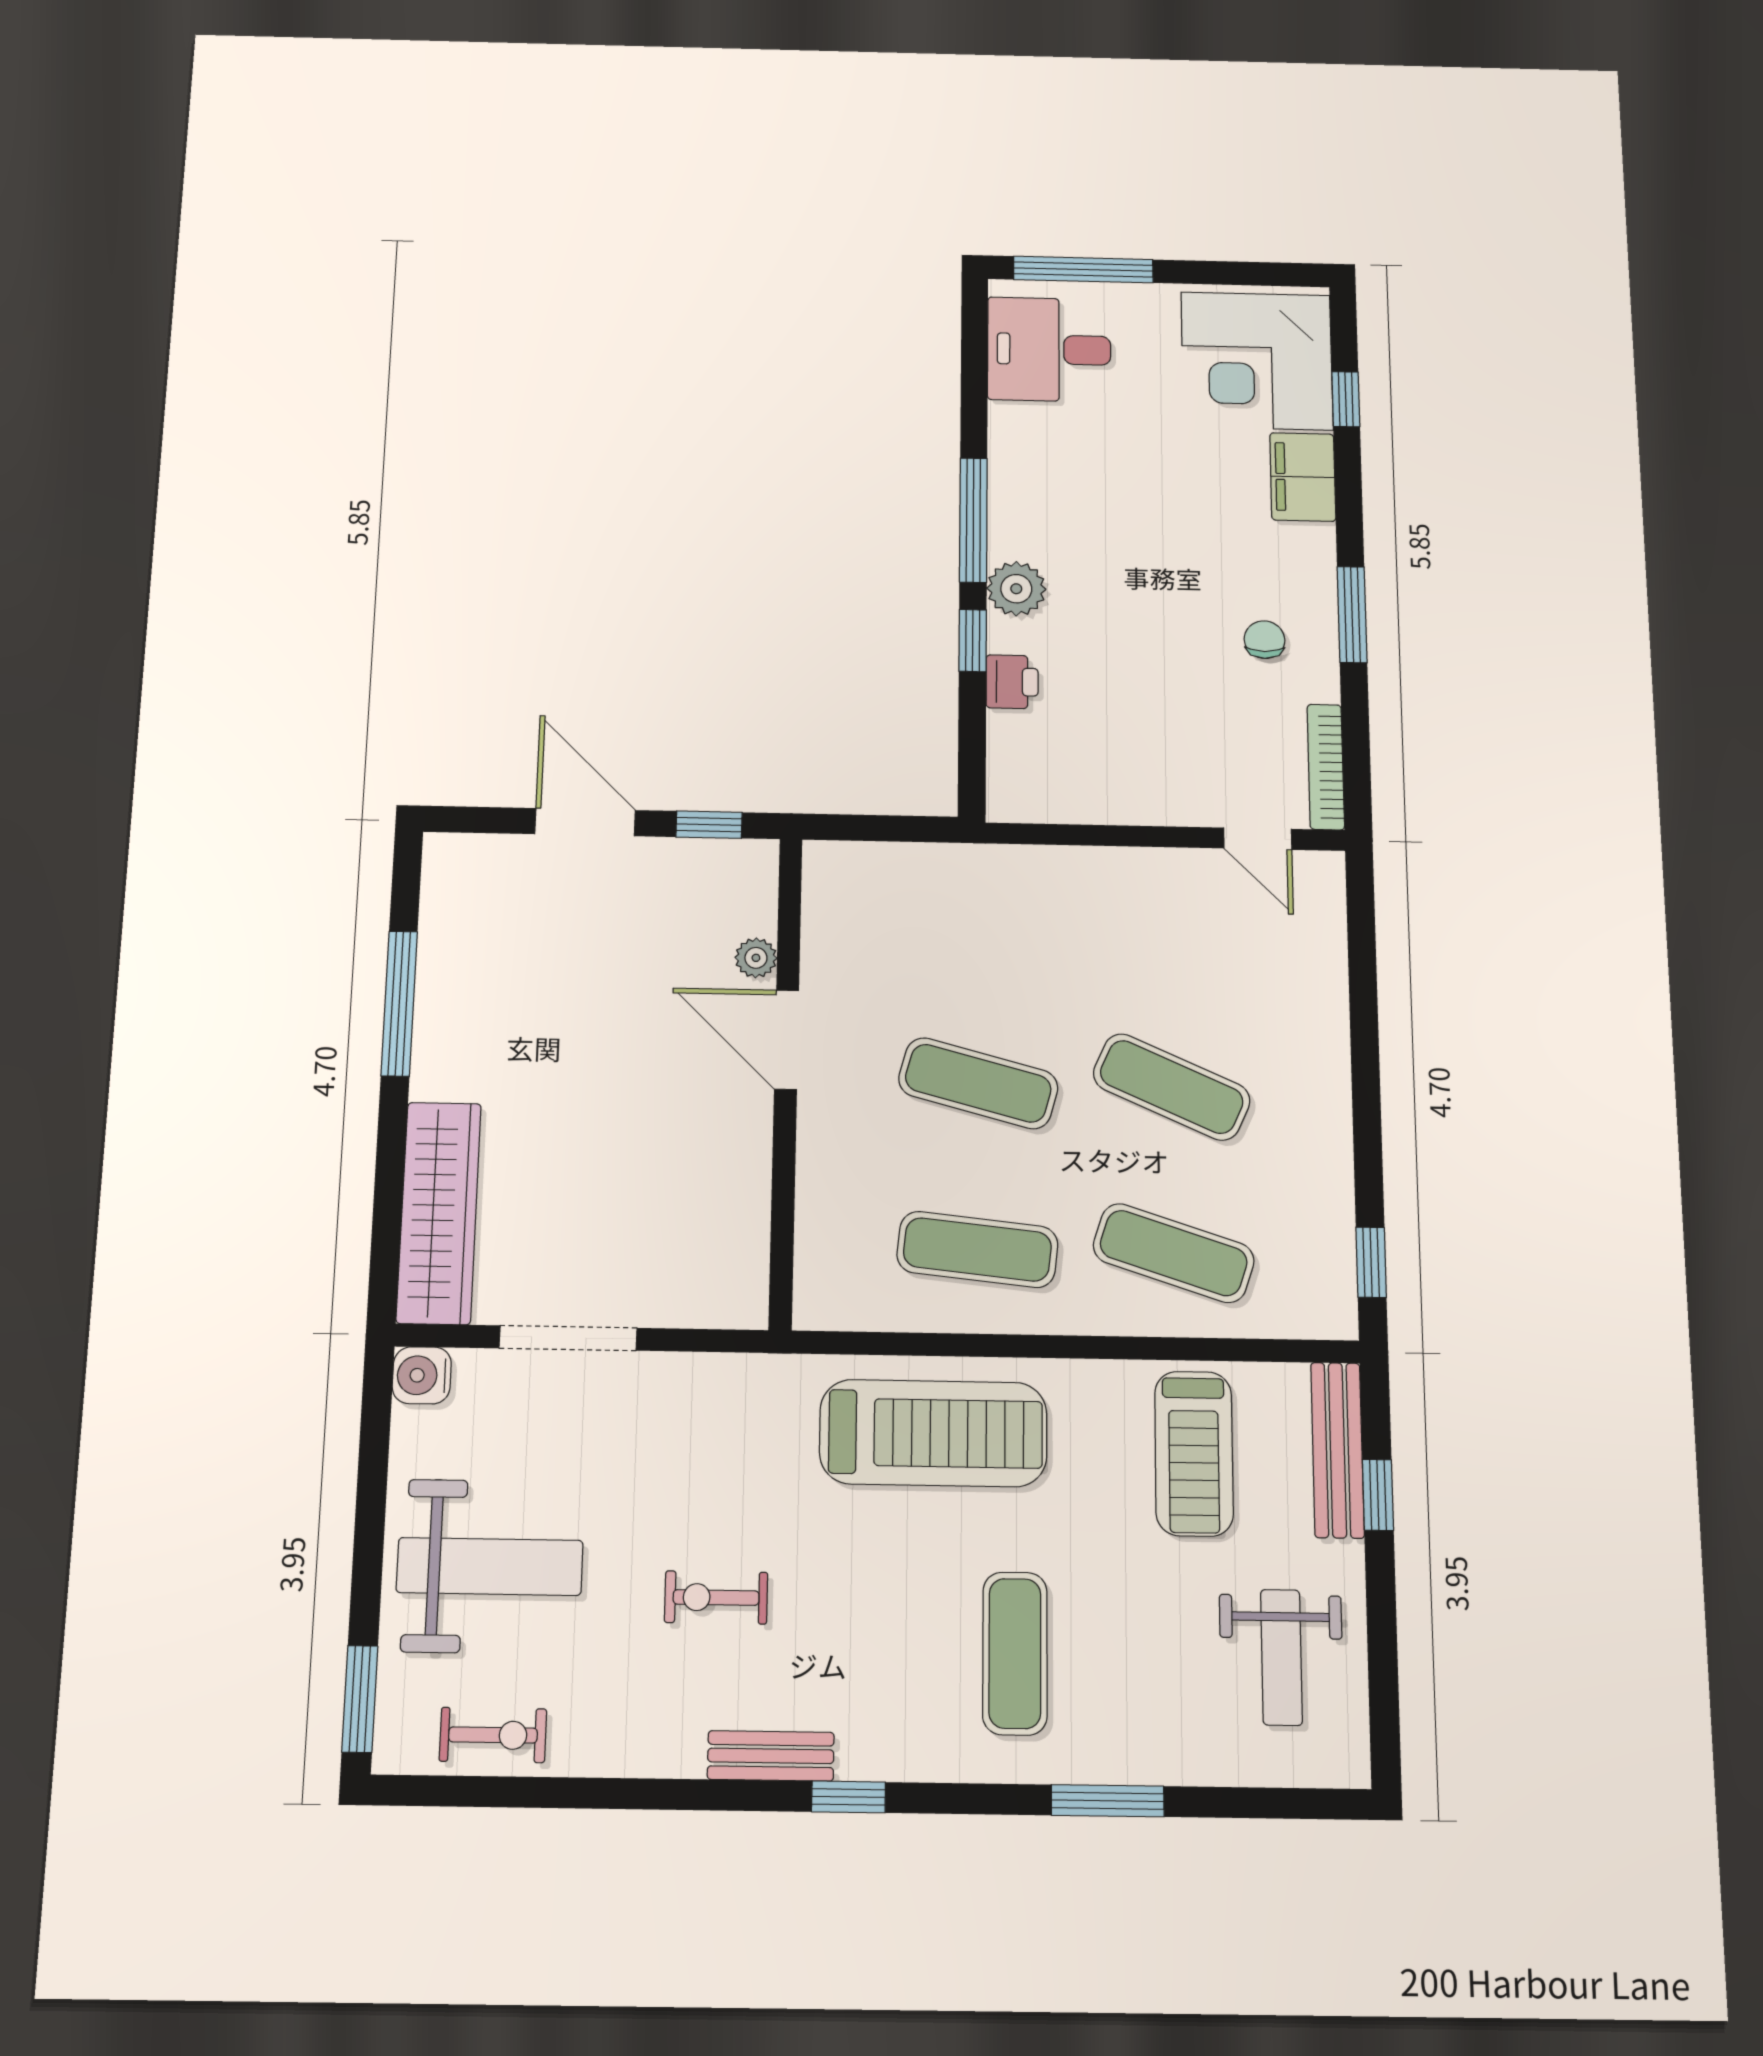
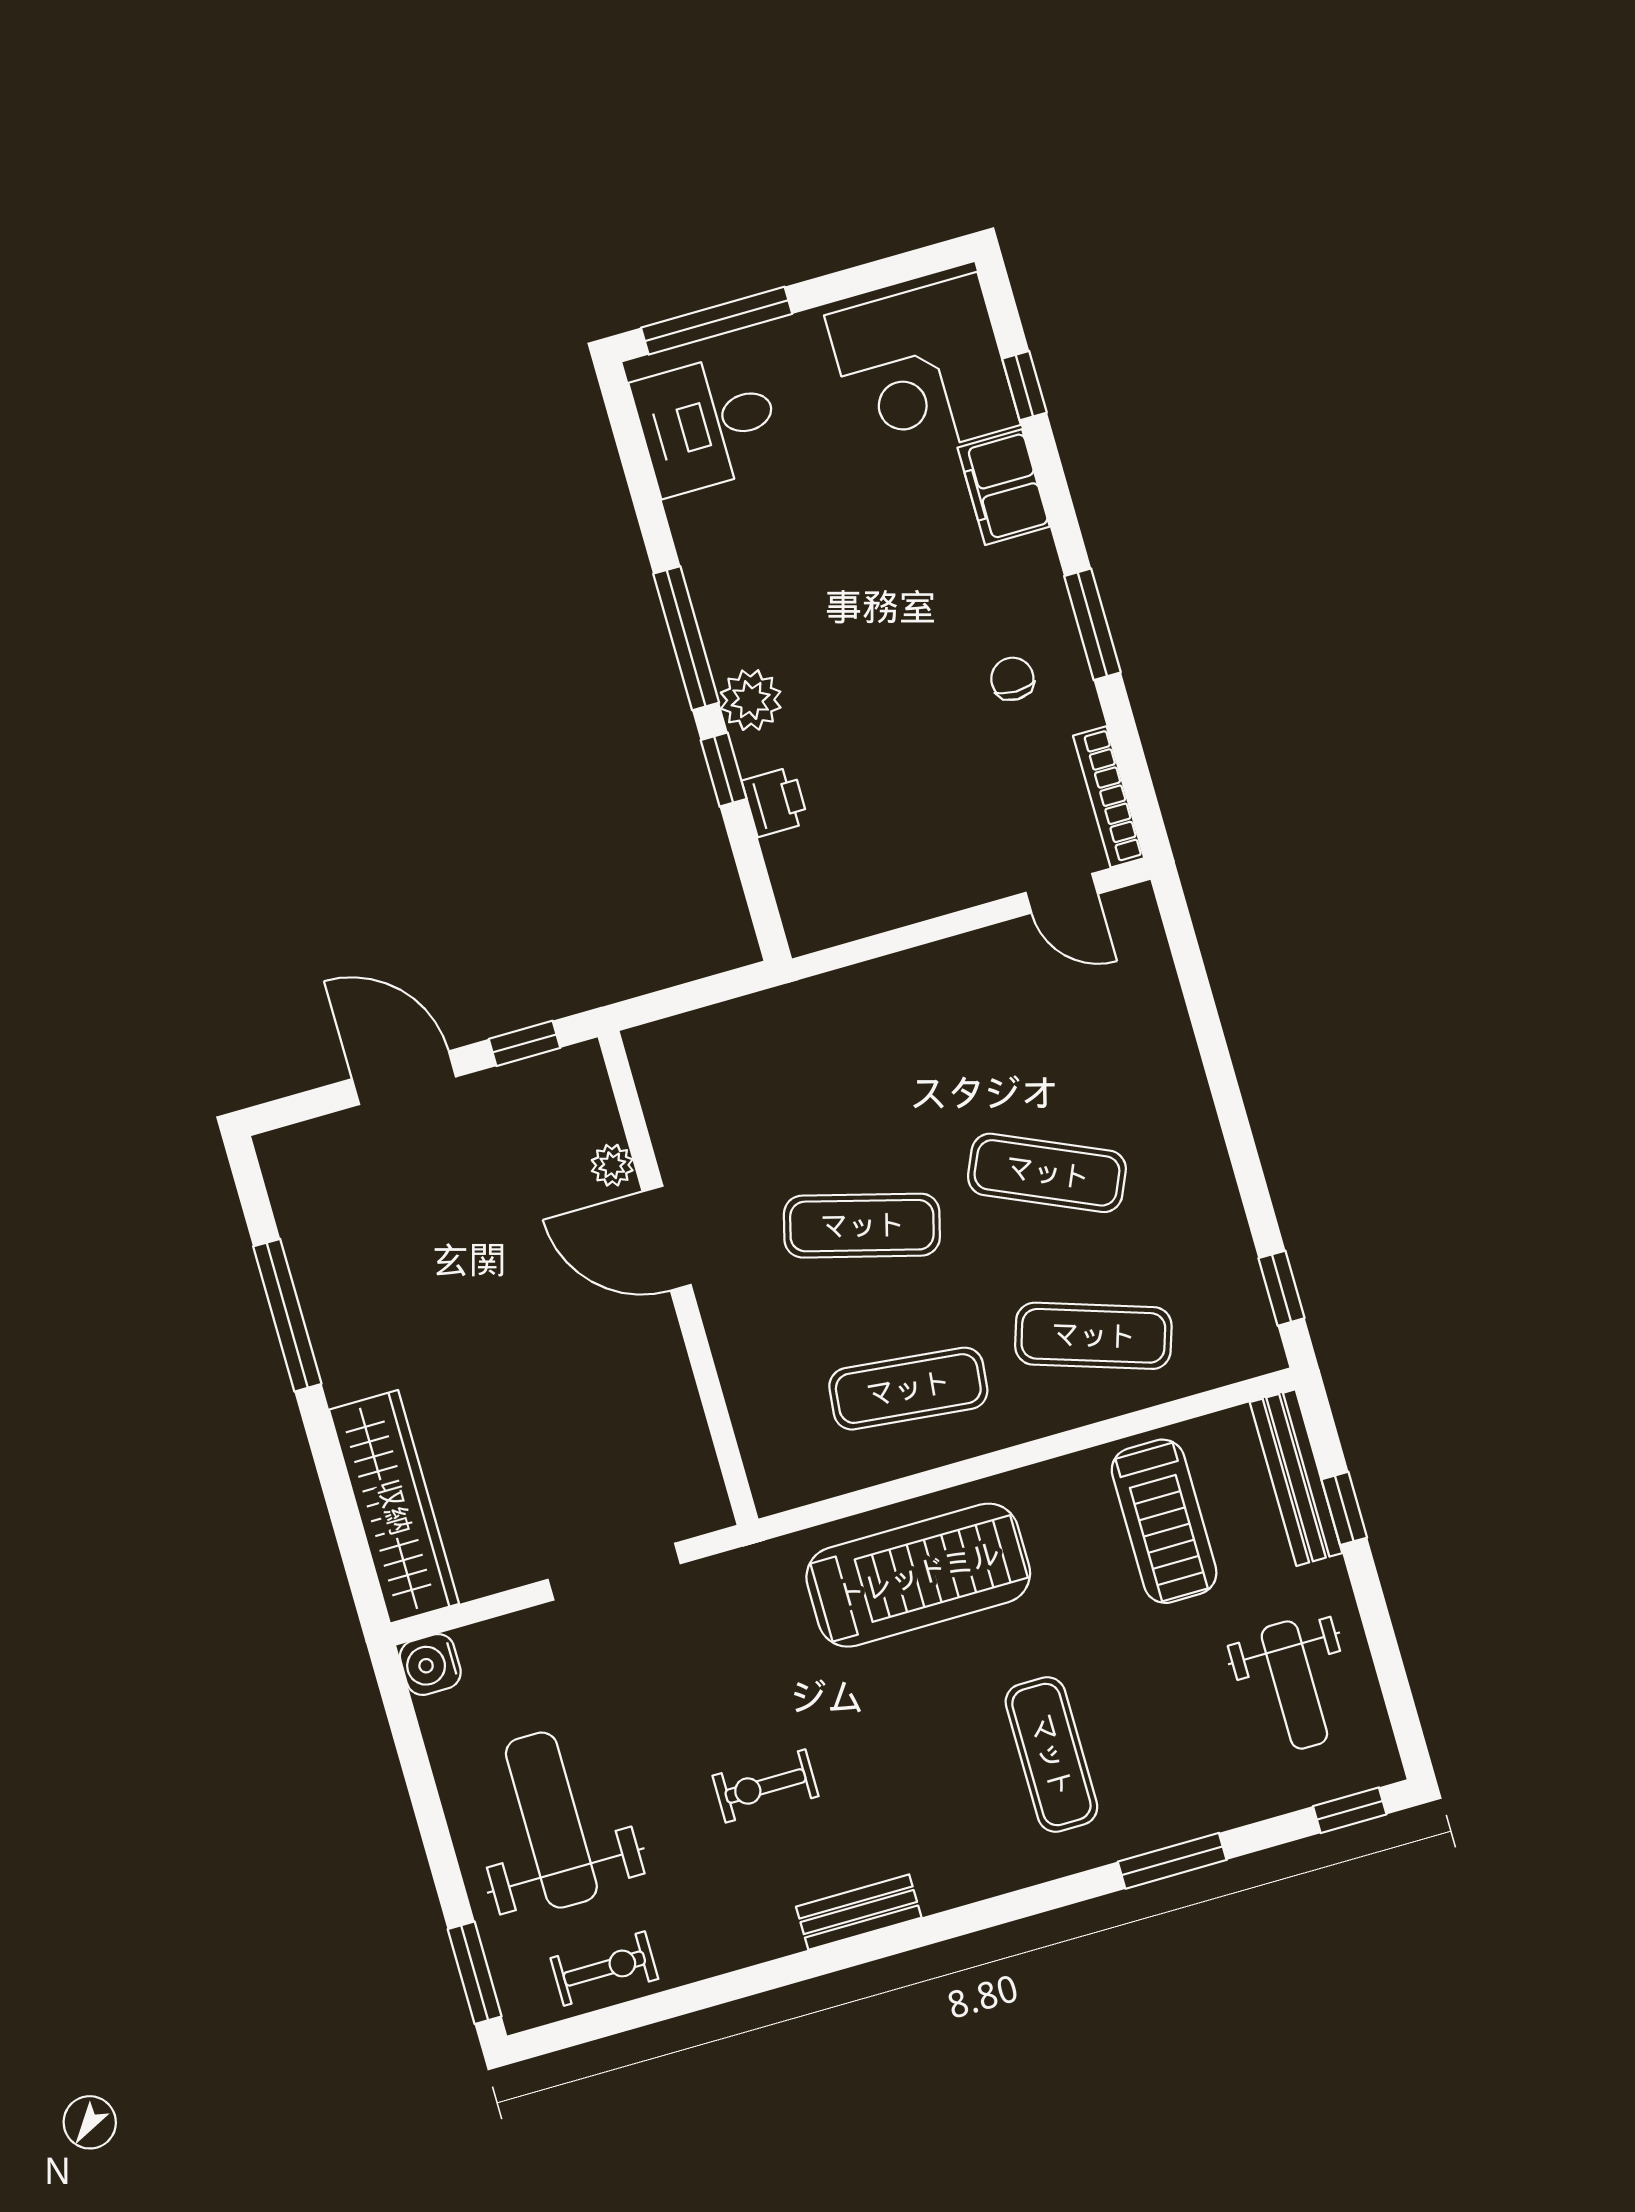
doorway: (568, 1338) -> (614, 1572), moved
weight bench: (490, 1566) -> (551, 1820), turned -90
window: (848, 1797) -> (1350, 1810), moved

